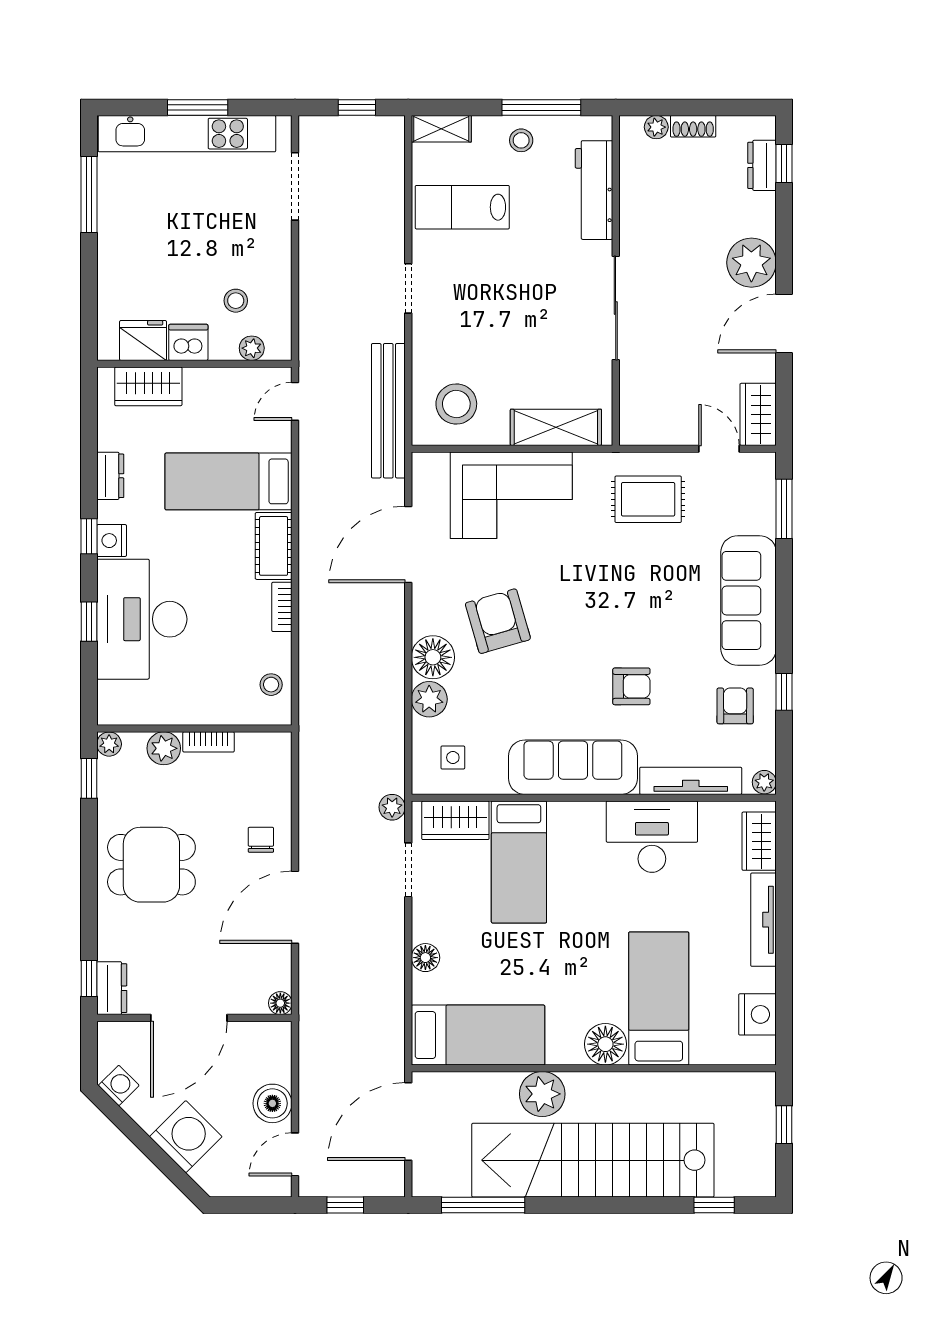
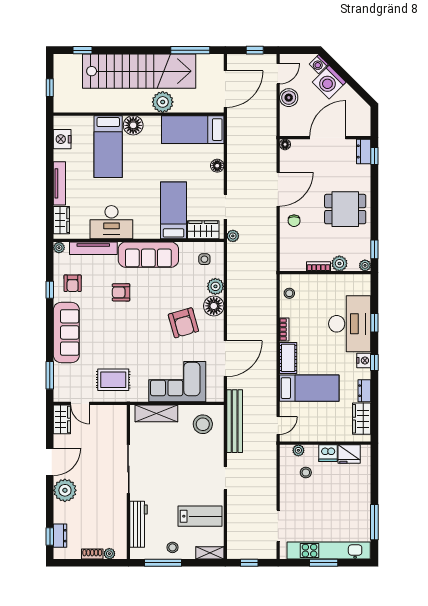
wardrobe: (148, 386) -> (362, 419), moved, turned -90
washing machine: (119, 1085) -> (319, 64), moved

